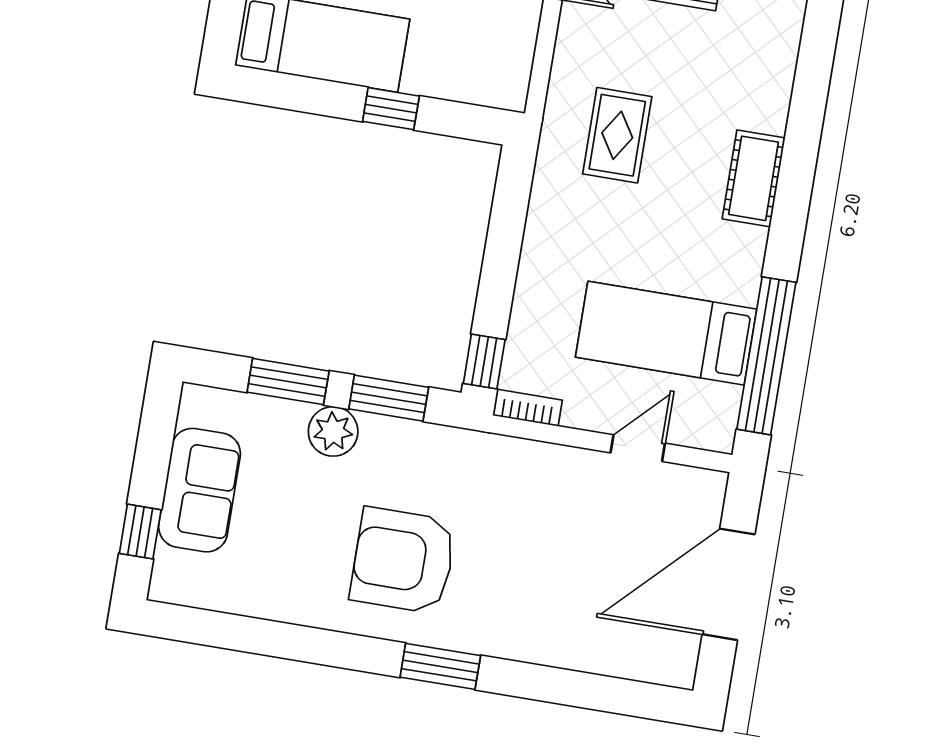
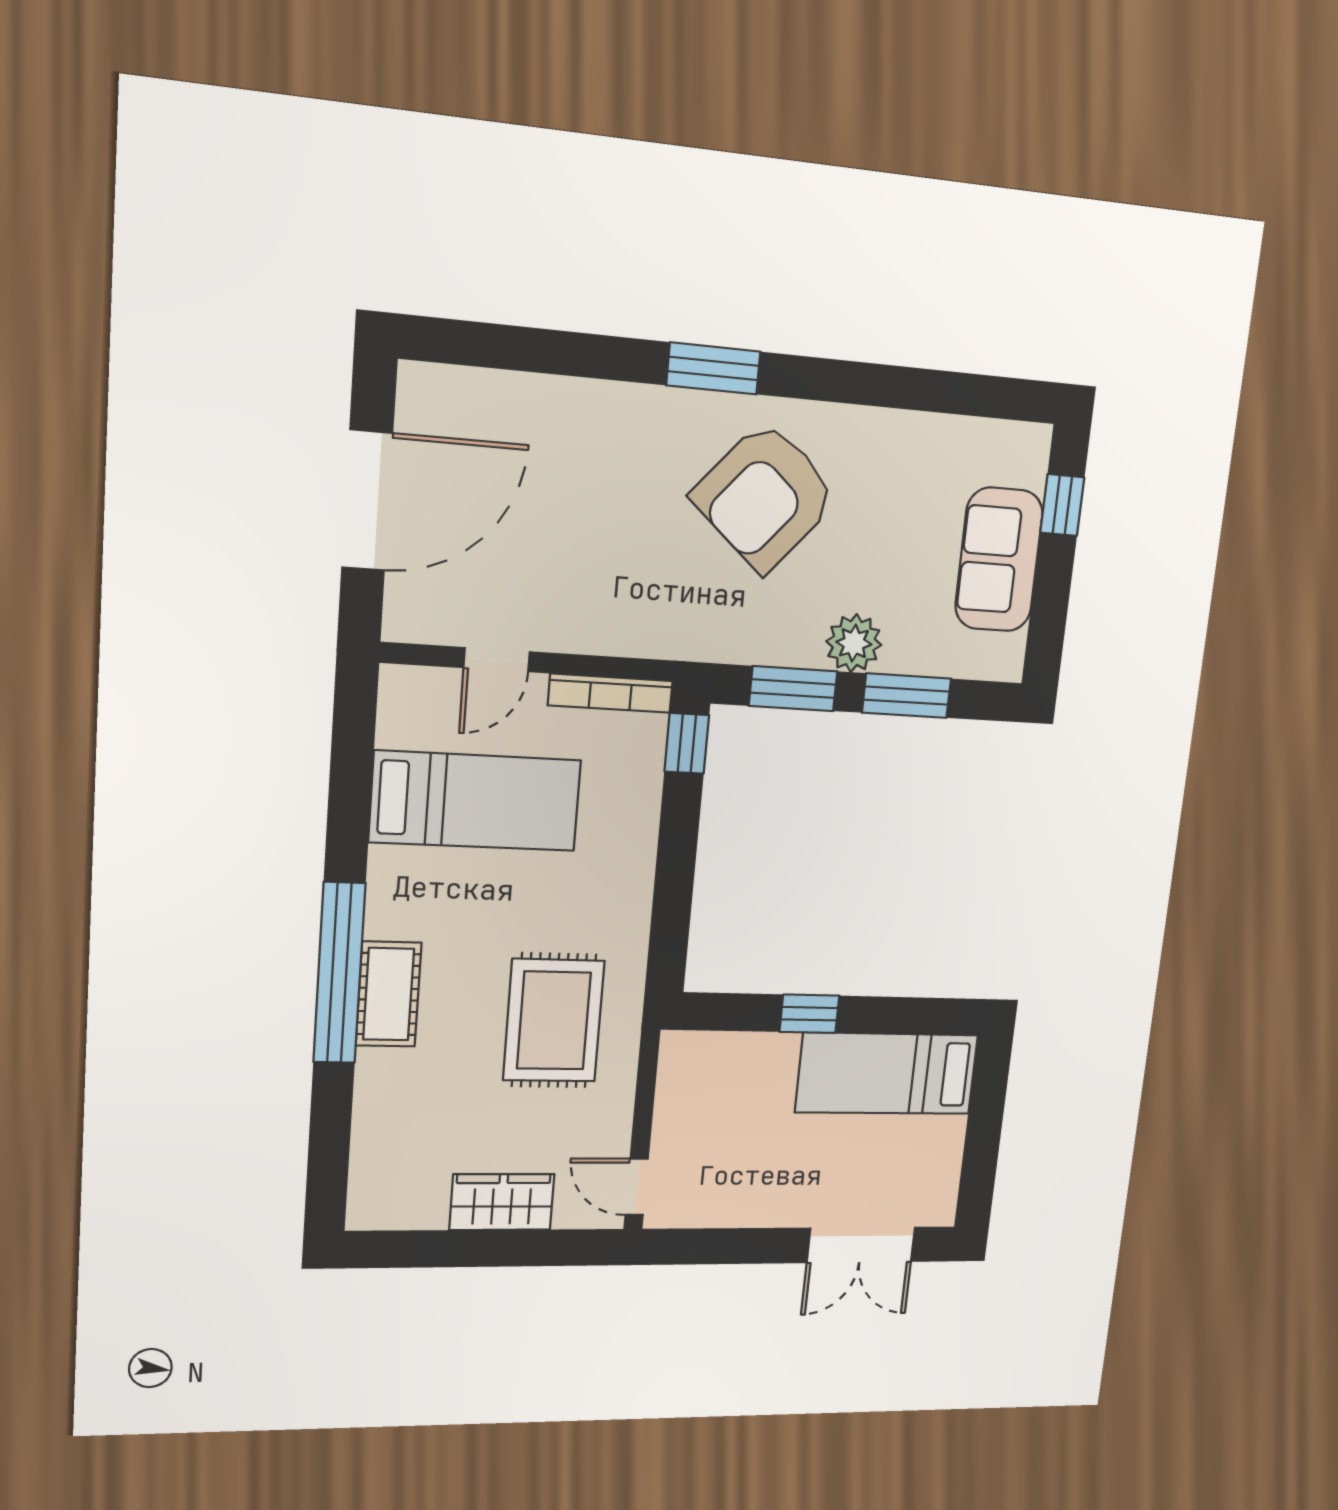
rug: (617, 135) -> (554, 1021), width x1.36, depth x1.43
window: (766, 356) -> (339, 973), moved
bookcase: (528, 408) -> (610, 693), width x1.56
armchair: (403, 560) -> (765, 497), turned 131

